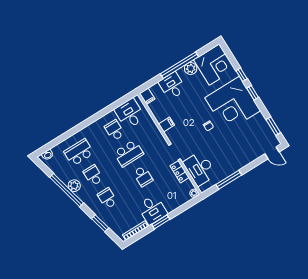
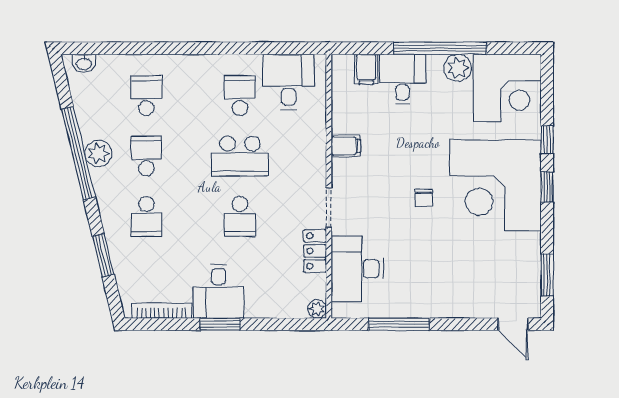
filing cabinet: (147, 96) -> (366, 69), moved
school desk: (79, 152) -> (146, 96), width x0.54
school desk: (107, 198) -> (146, 216), turned 180

